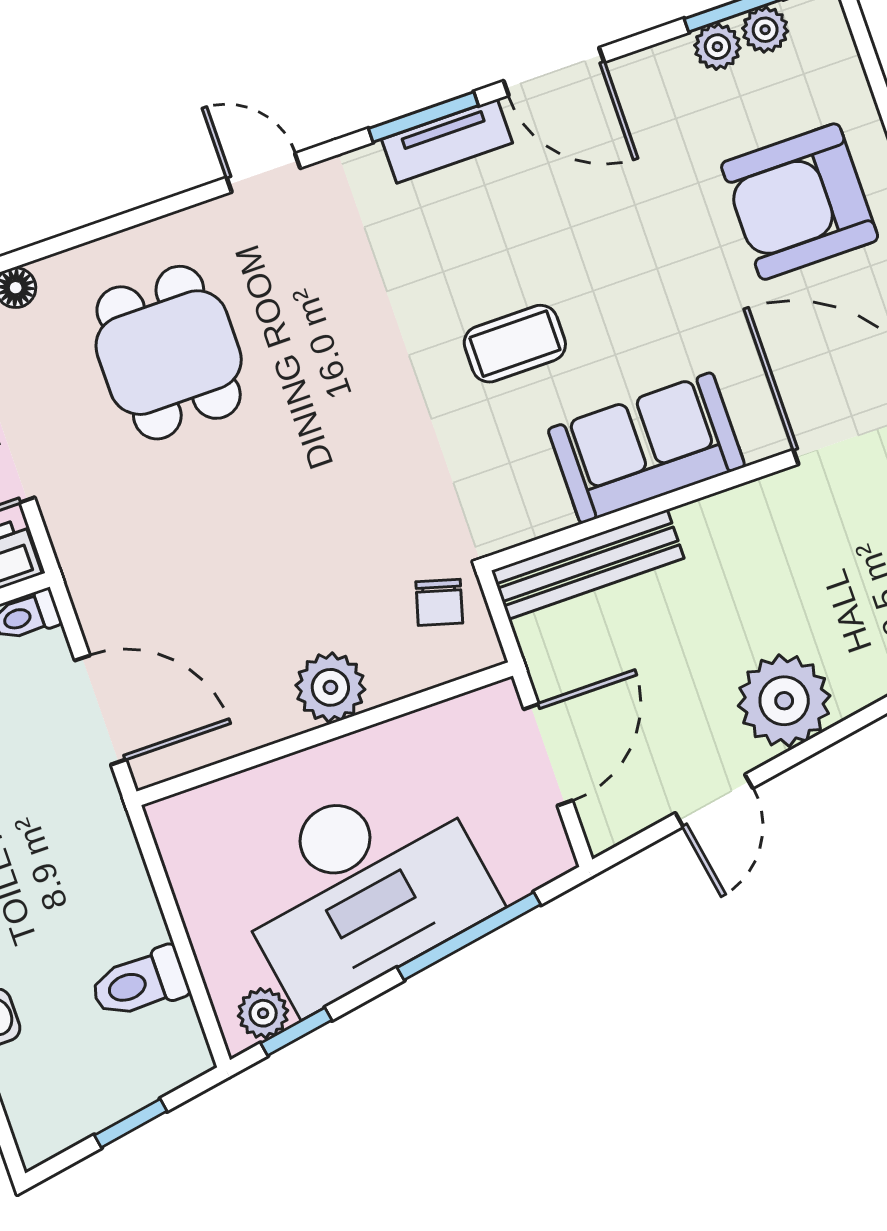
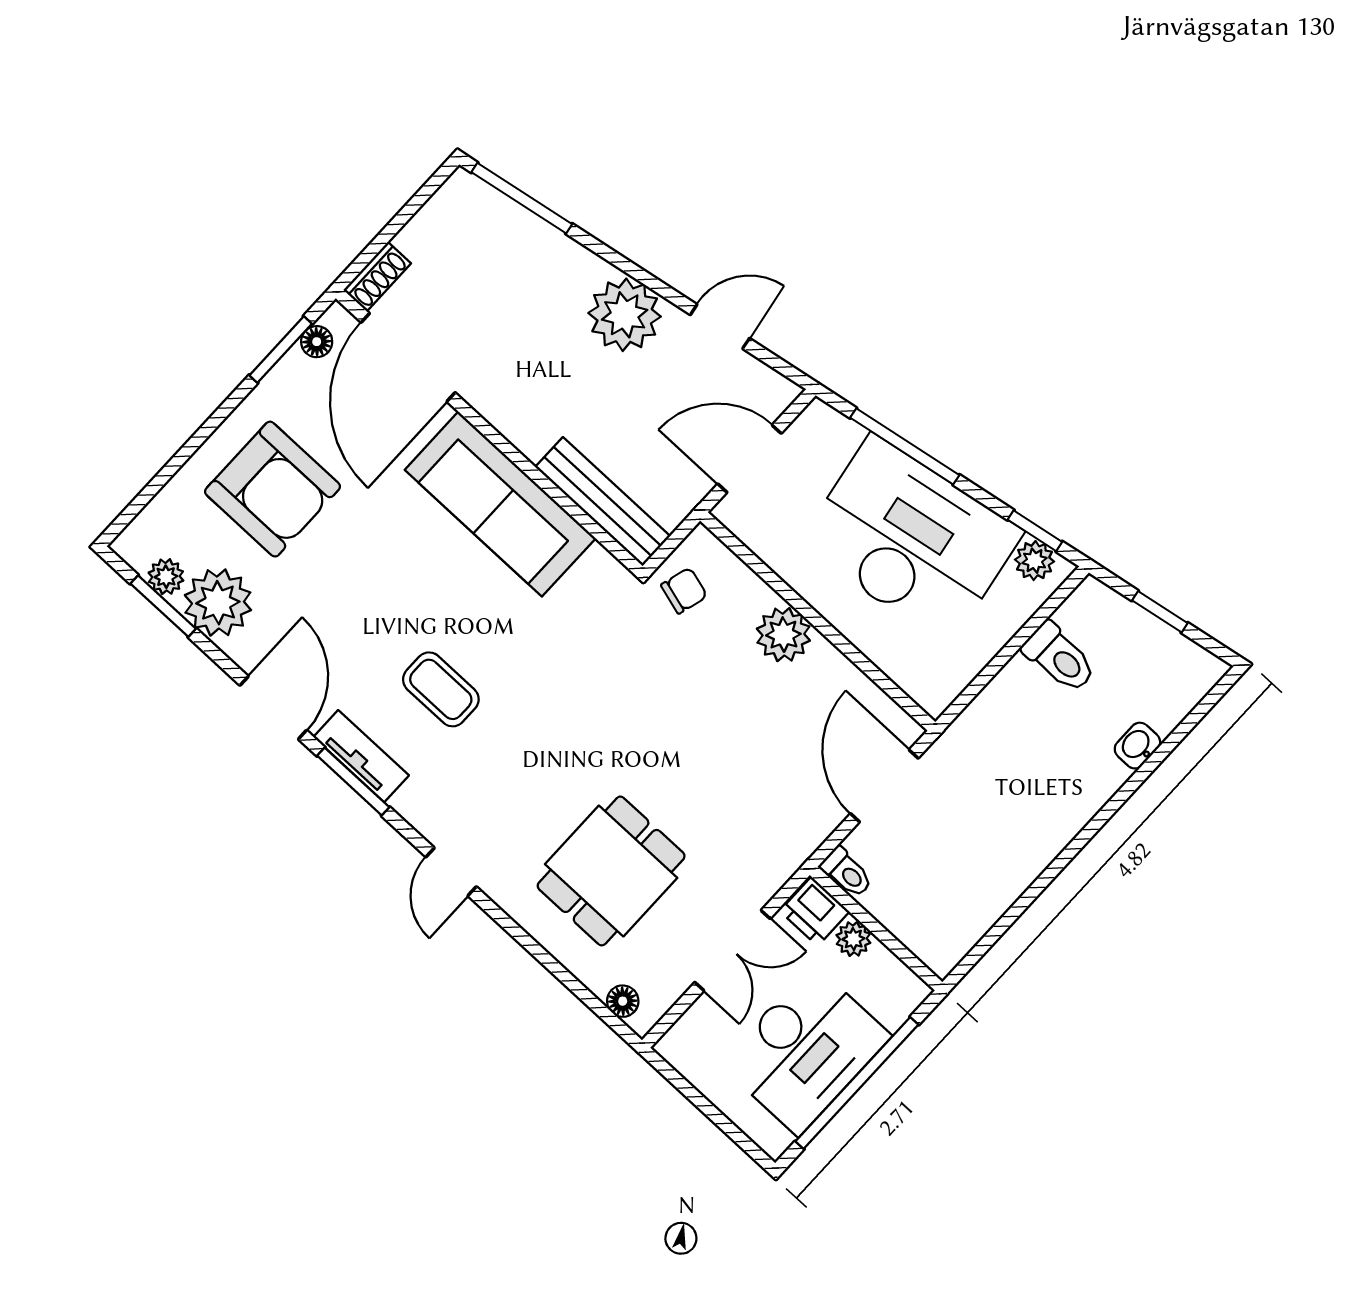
plant: (717, 47) -> (218, 603), width x1.87, depth x1.87
coffee table: (515, 344) -> (441, 689), moved
sofa: (646, 448) -> (500, 504), width x1.36

